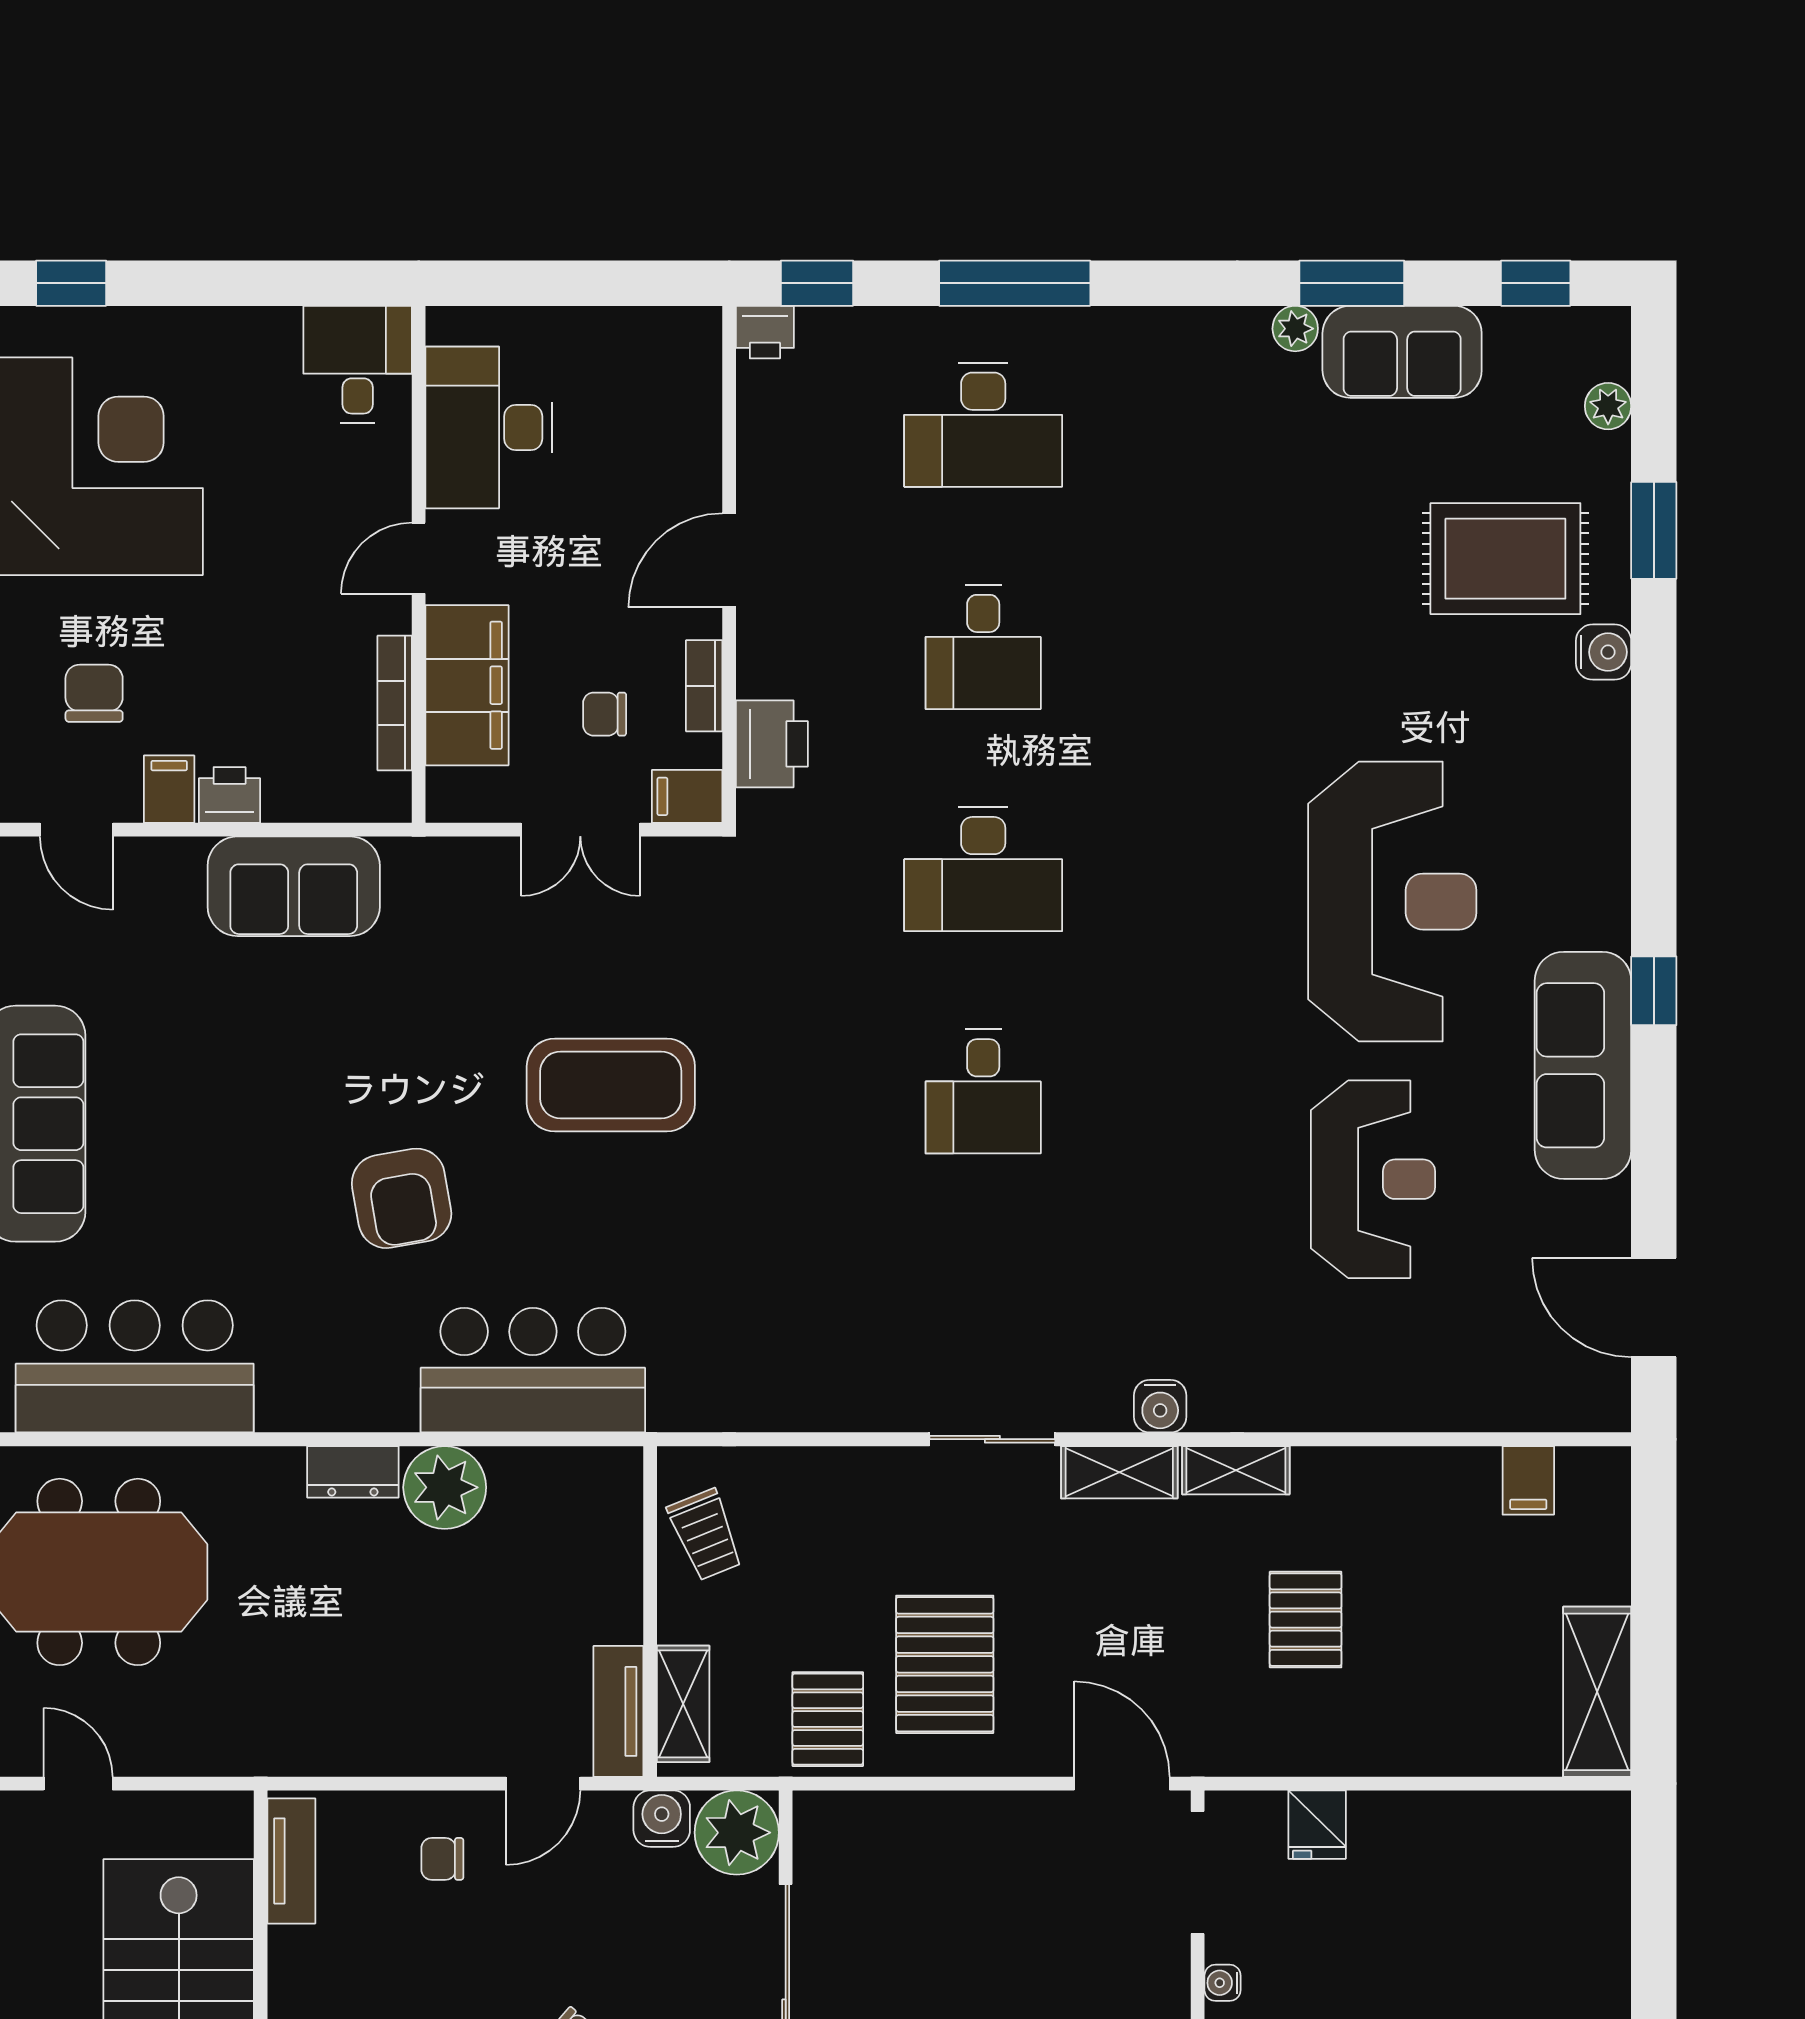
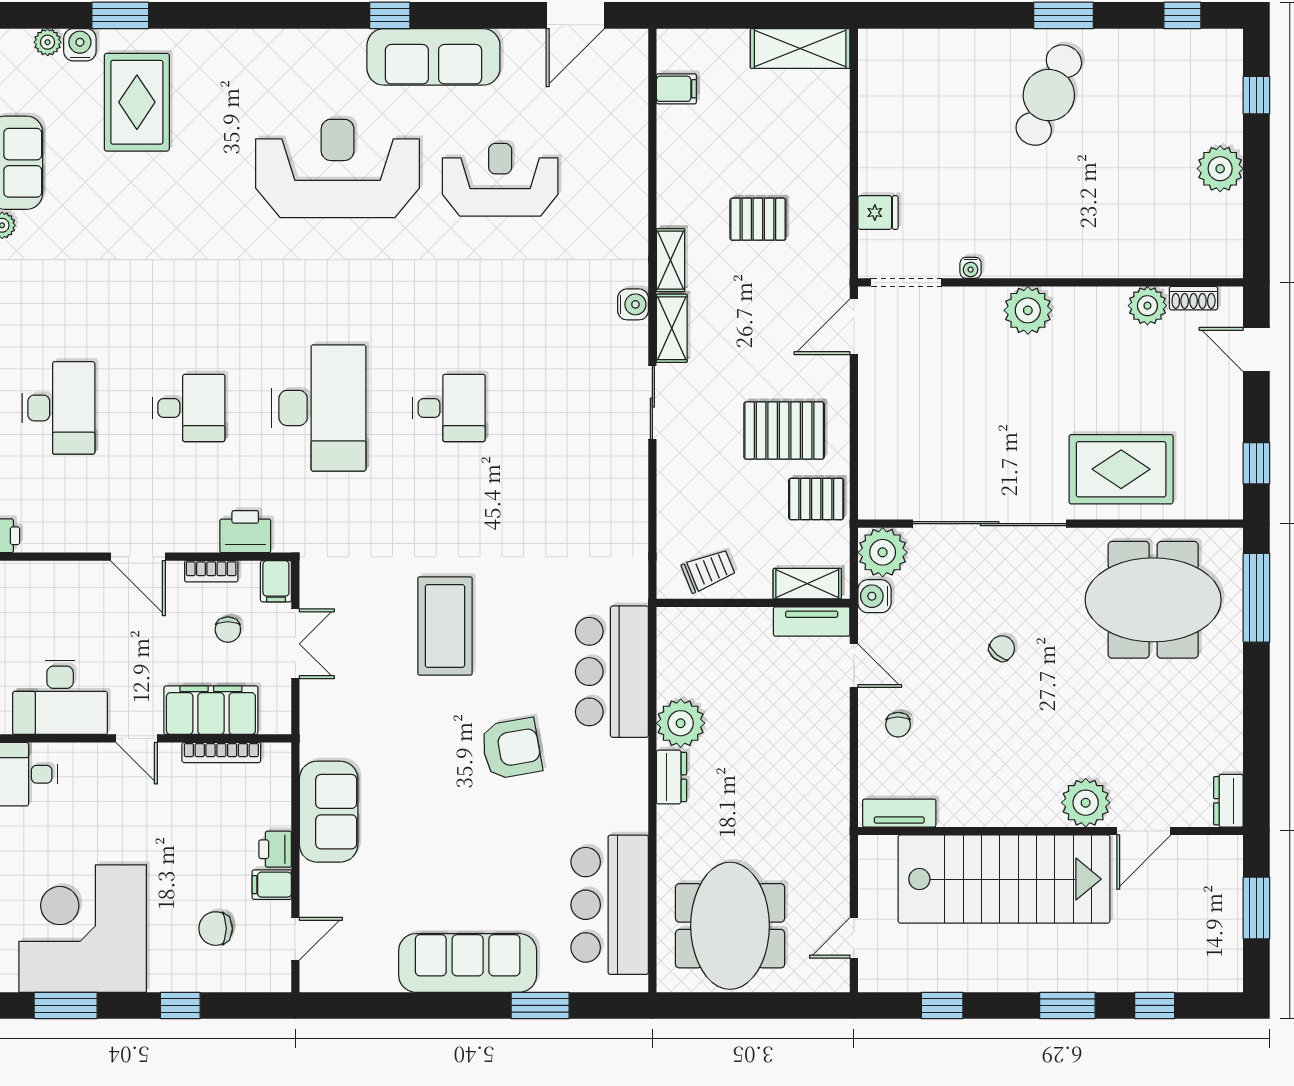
water cooler: (1604, 652) -> (80, 45), moved
desk: (983, 869) -> (319, 408), width x1.36, depth x1.30

